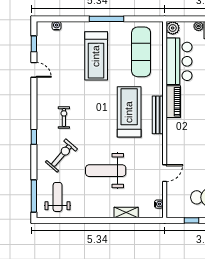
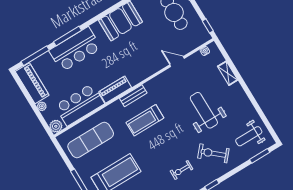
treadmill: (129, 112) -> (145, 120), width x0.73, depth x0.73
bench: (158, 115) -> (133, 96), width x0.73
weight bench: (106, 171) -> (204, 110), turned 180
window: (34, 196) -> (260, 156), width x0.69
window: (191, 220) -> (208, 26), moved

